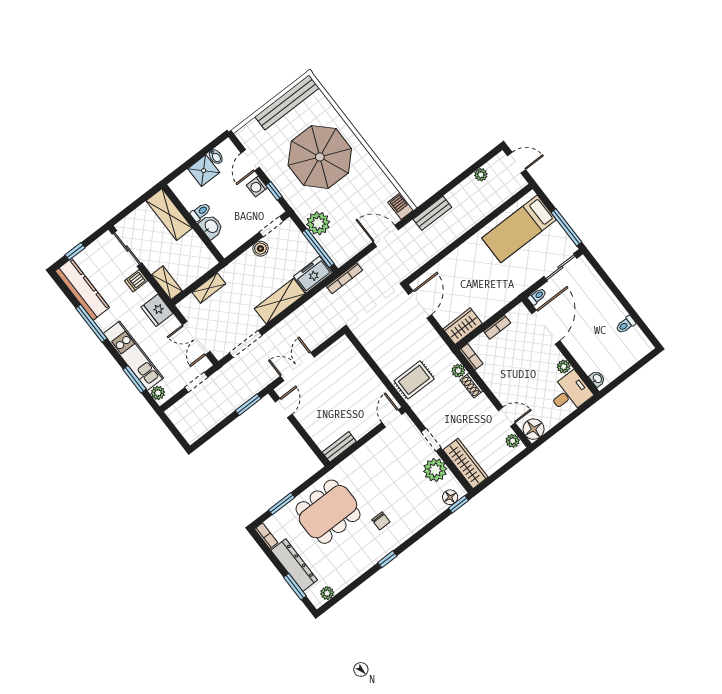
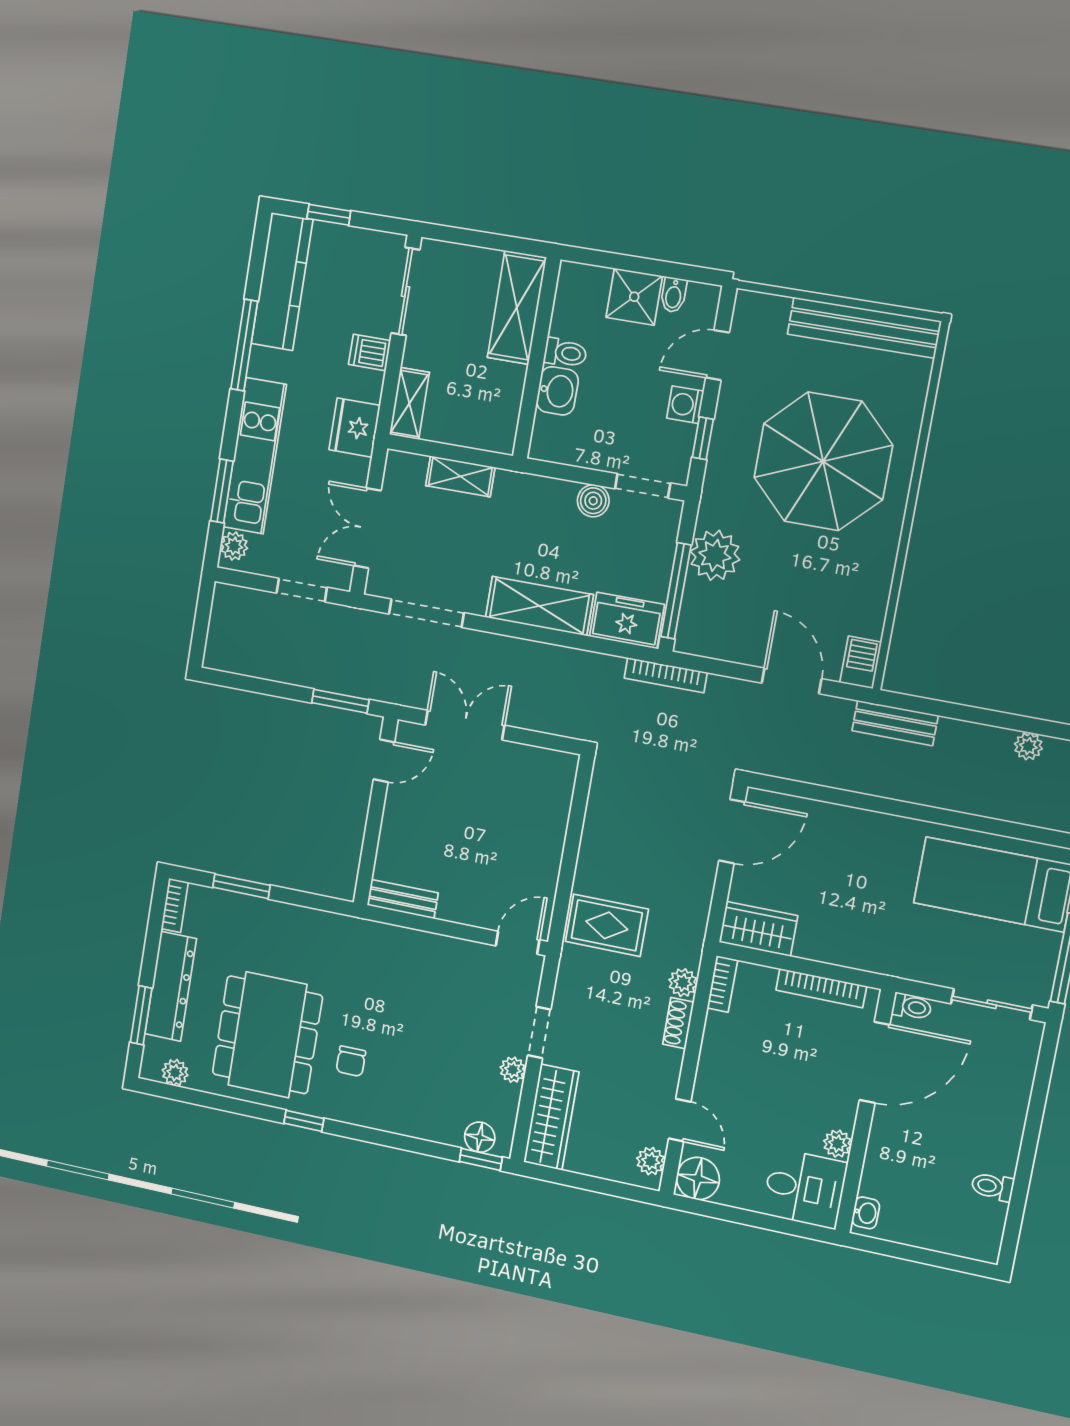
bookcase: (497, 327) -> (821, 988), width x1.56
plant: (435, 470) -> (513, 1070), width x0.53, depth x0.53
dining table: (328, 512) -> (267, 1035), moved, turned 90

